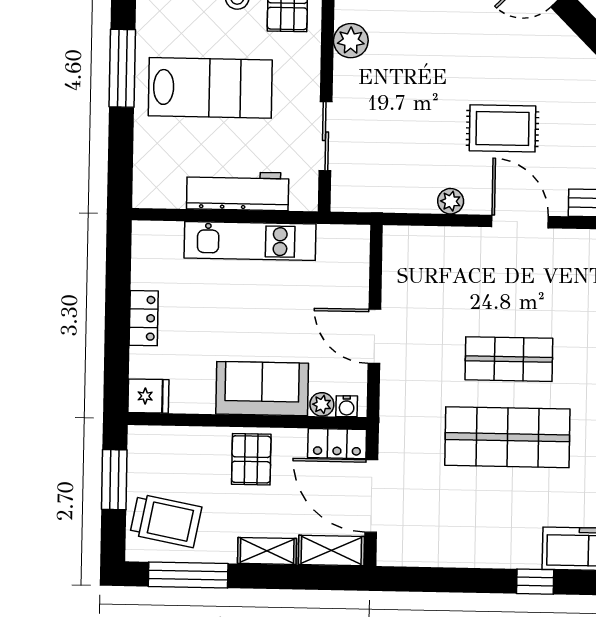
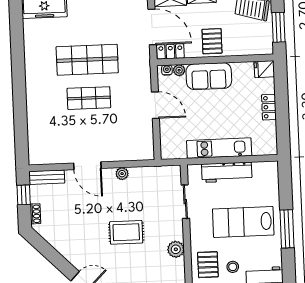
rug: (502, 128) -> (126, 232), moved

